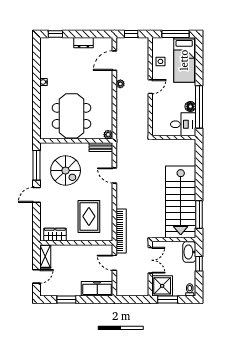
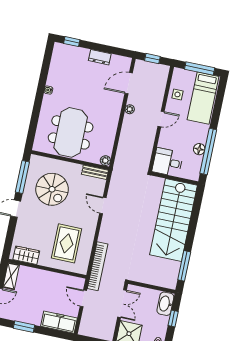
desk: (183, 124) -> (168, 162), moved, turned 180
stairs: (181, 202) -> (173, 220), moved

